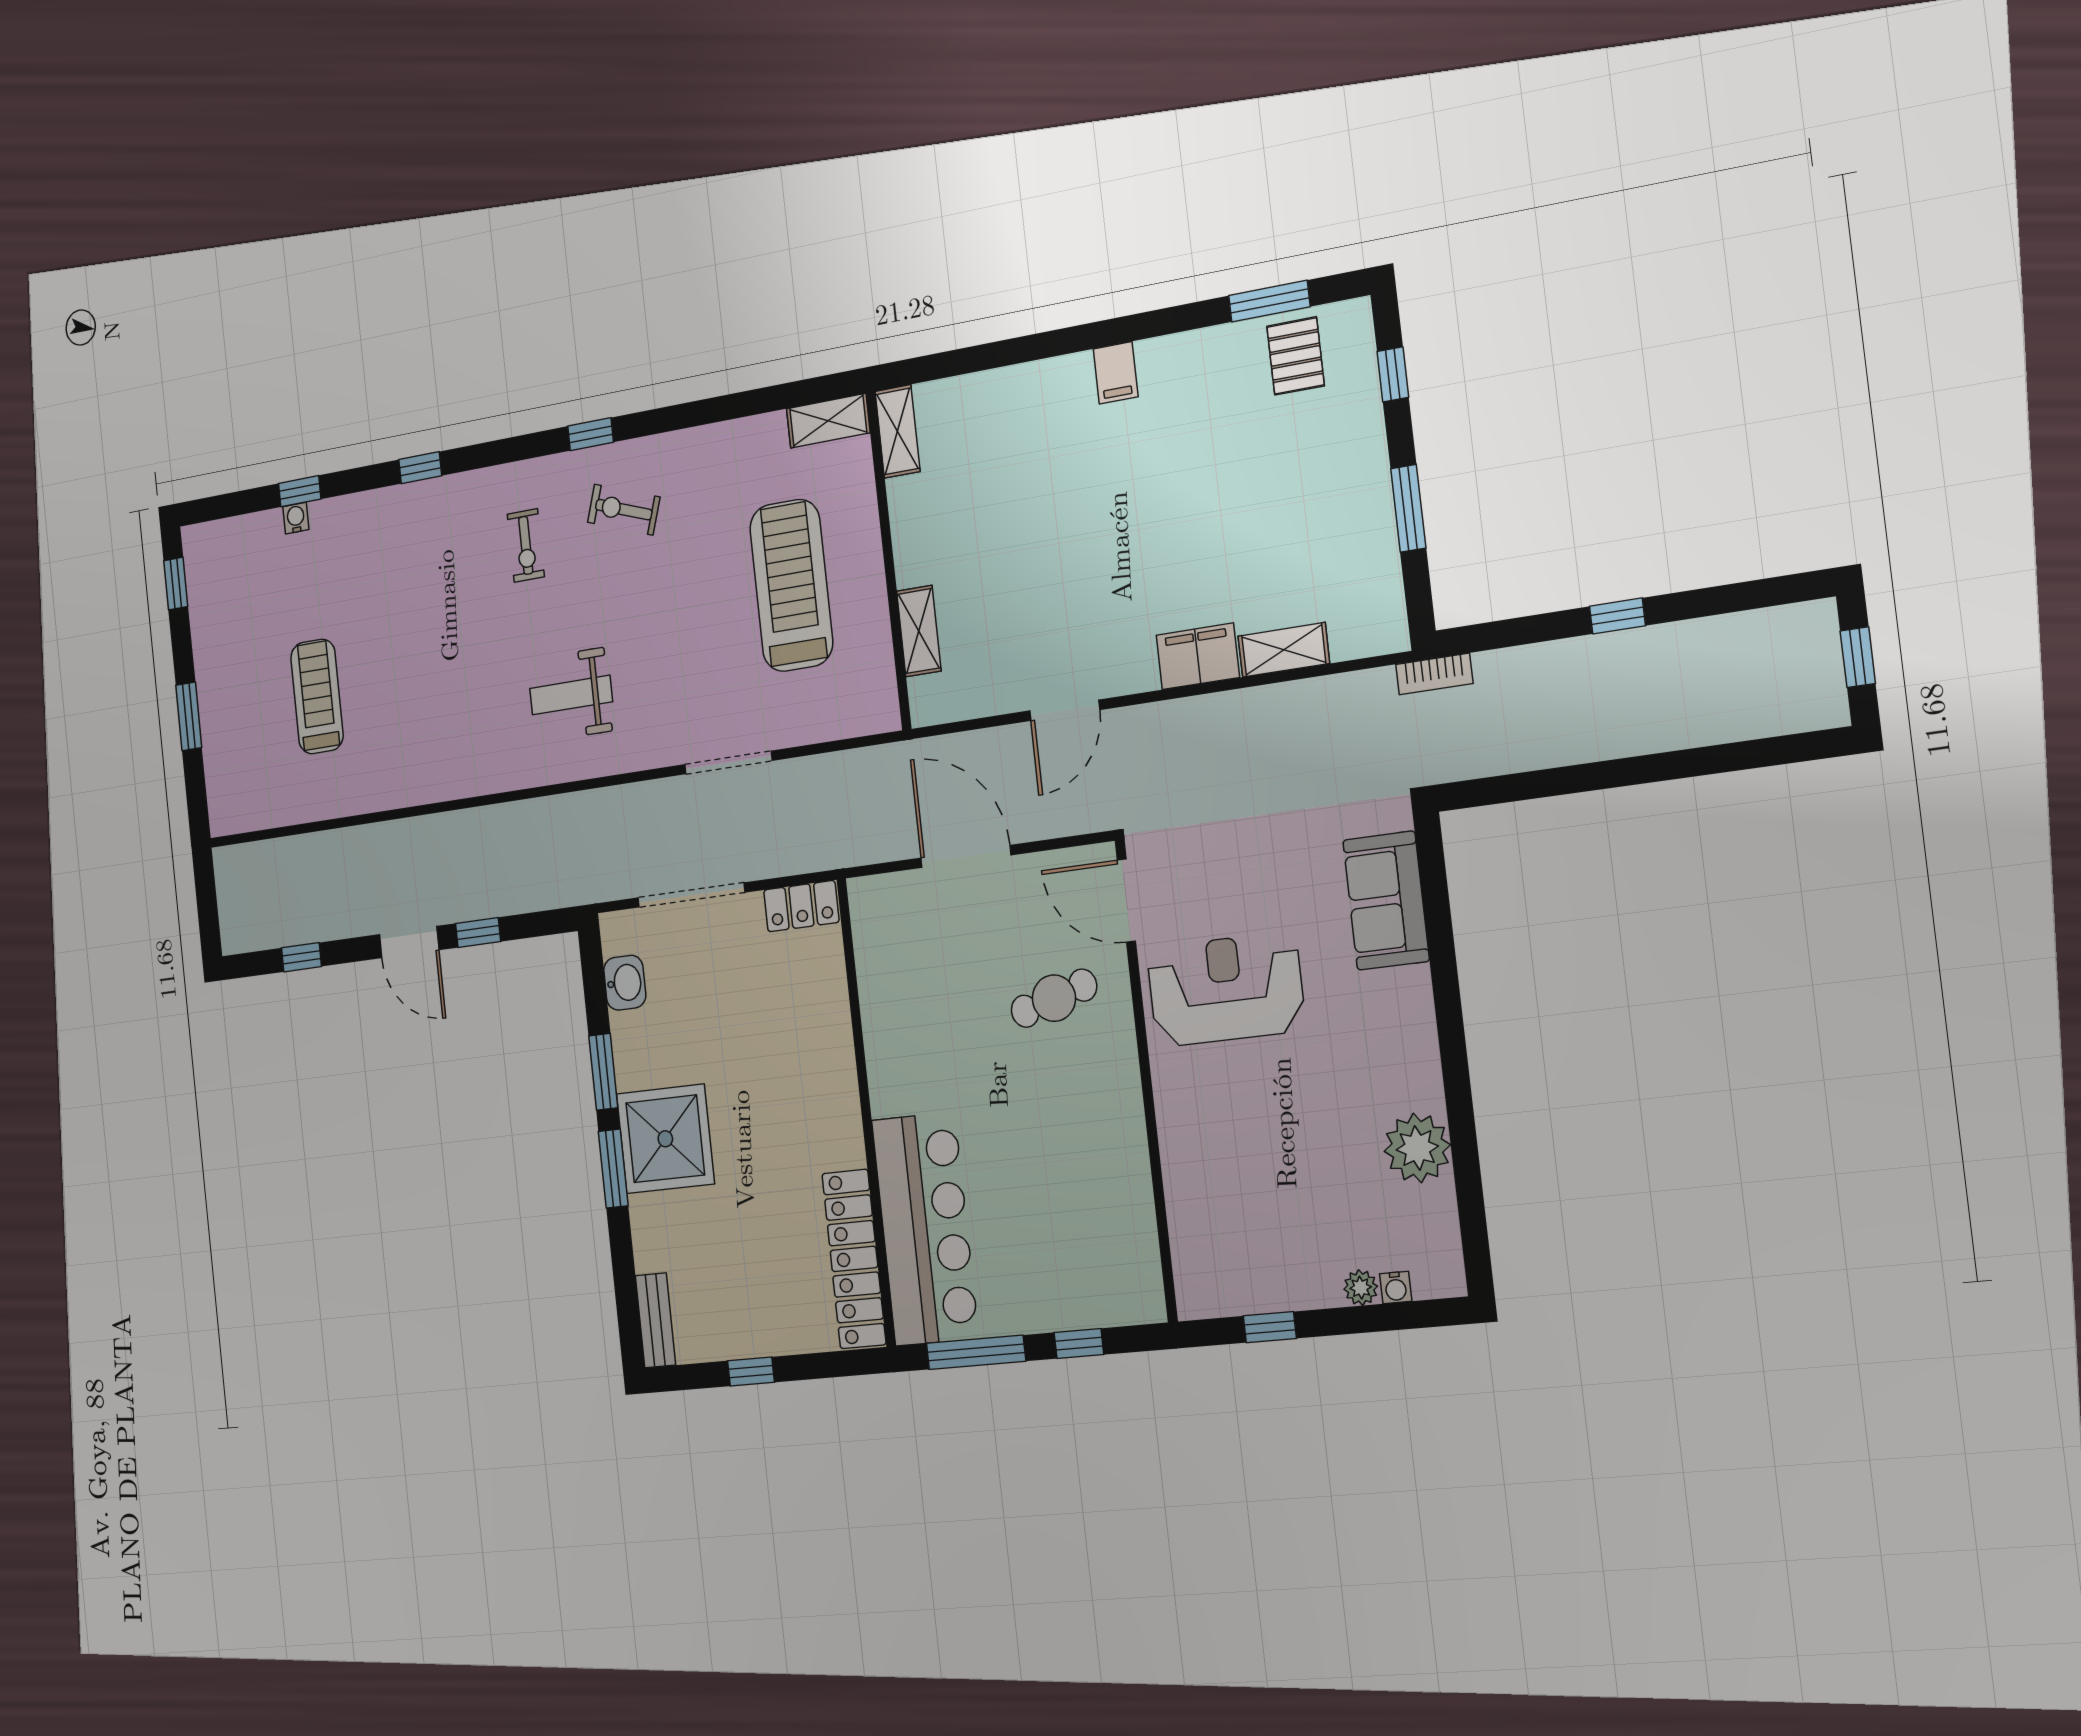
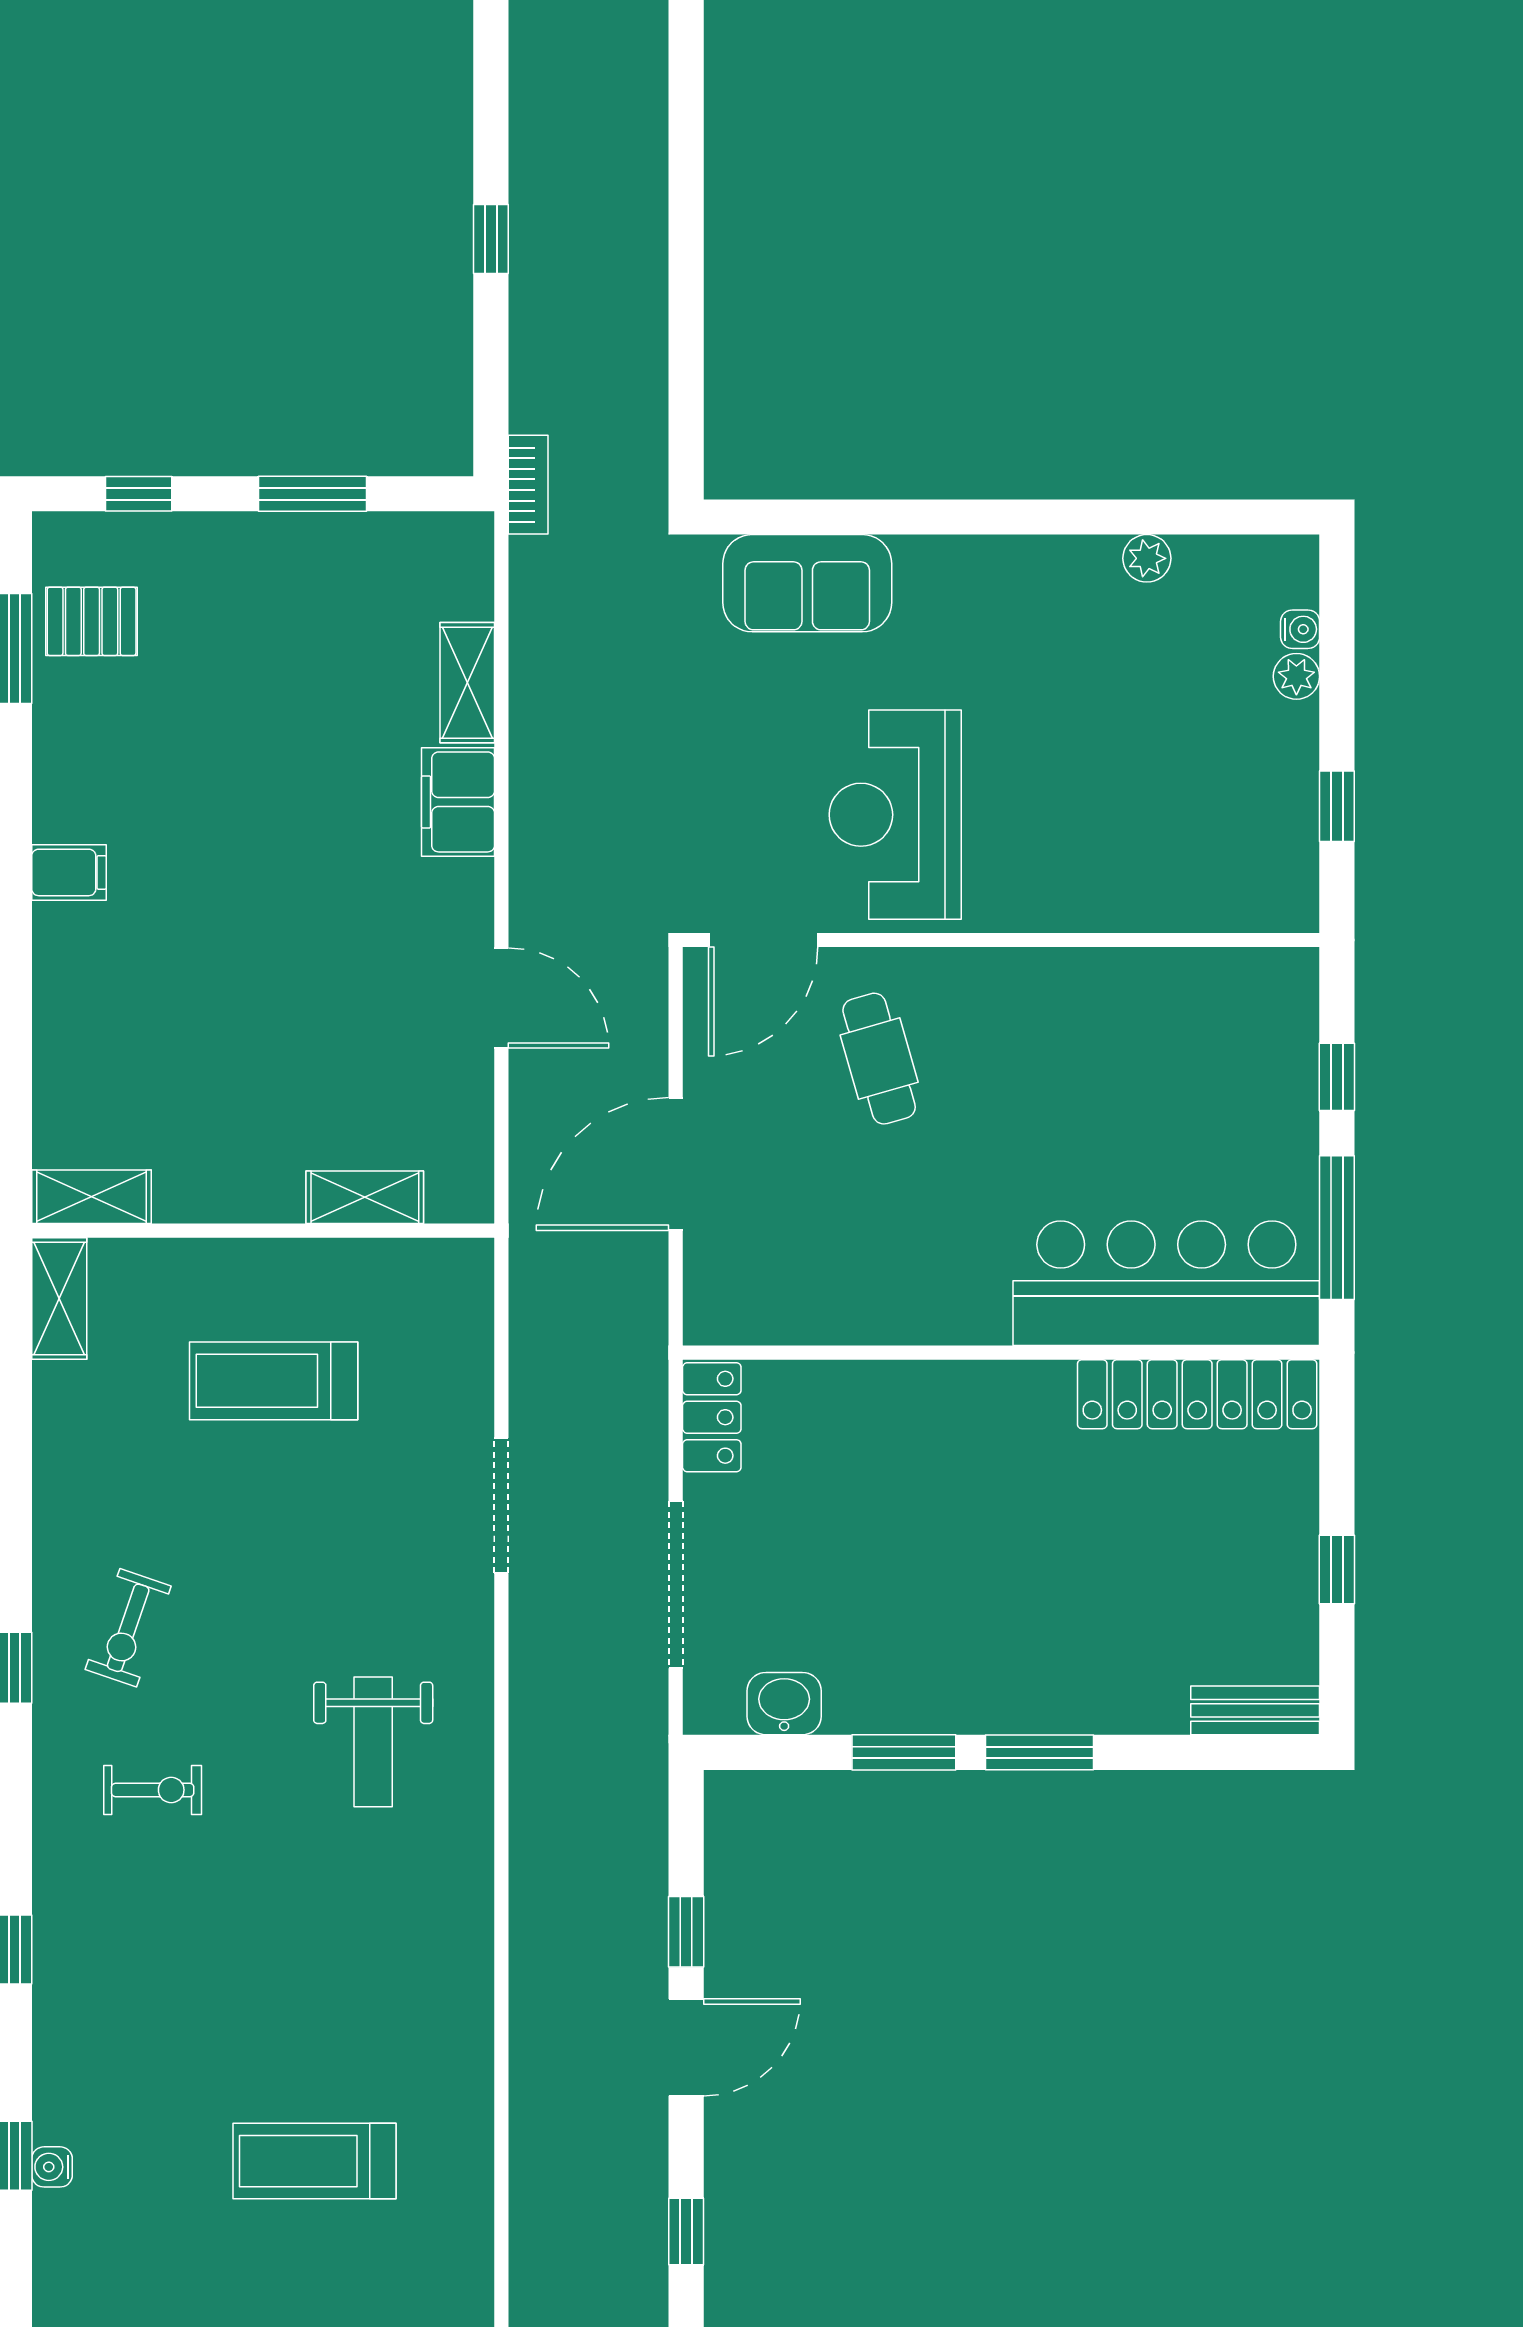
treadmill: (791, 585) -> (274, 1381), width x0.73, depth x0.73
shower: (665, 1139) -> (1006, 1665), removed
plant: (1417, 1148) -> (1147, 558), width x0.53, depth x0.53

